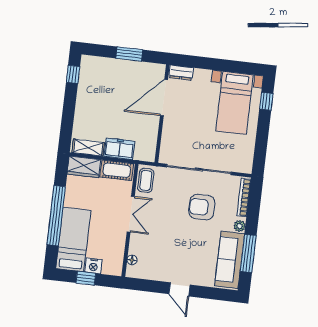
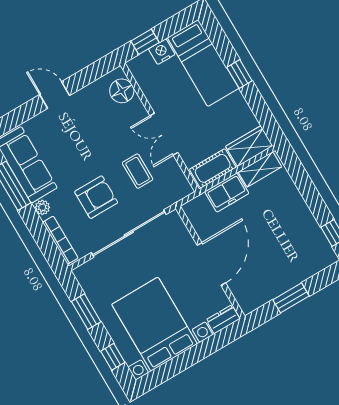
door: (164, 98) -> (211, 264), moved
bed with nightstands: (234, 103) -> (155, 324), width x1.36
window: (262, 141) -> (86, 312), added
coffee table: (146, 180) -> (138, 171), moved
window: (56, 216) -> (239, 74), width x0.32
floor lamp: (132, 260) -> (122, 91), width x1.89, depth x1.89
window: (86, 278) -> (145, 42), moved

